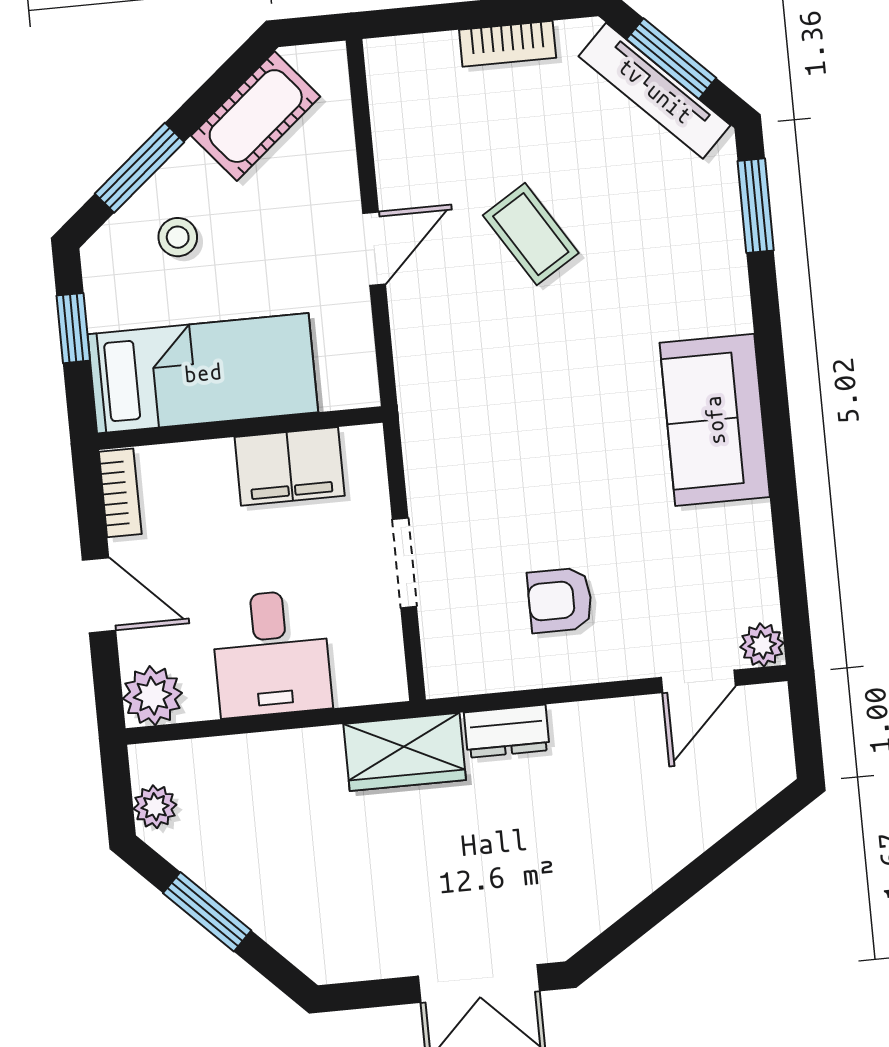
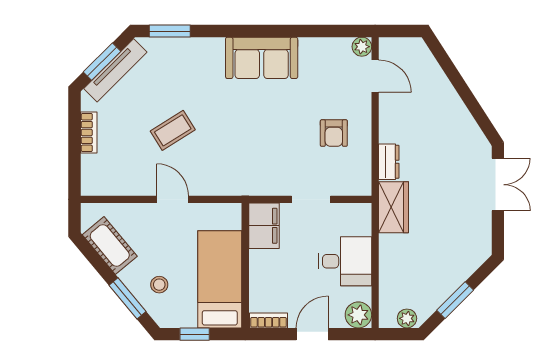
filing cabinet: (290, 466) -> (264, 226), moved

